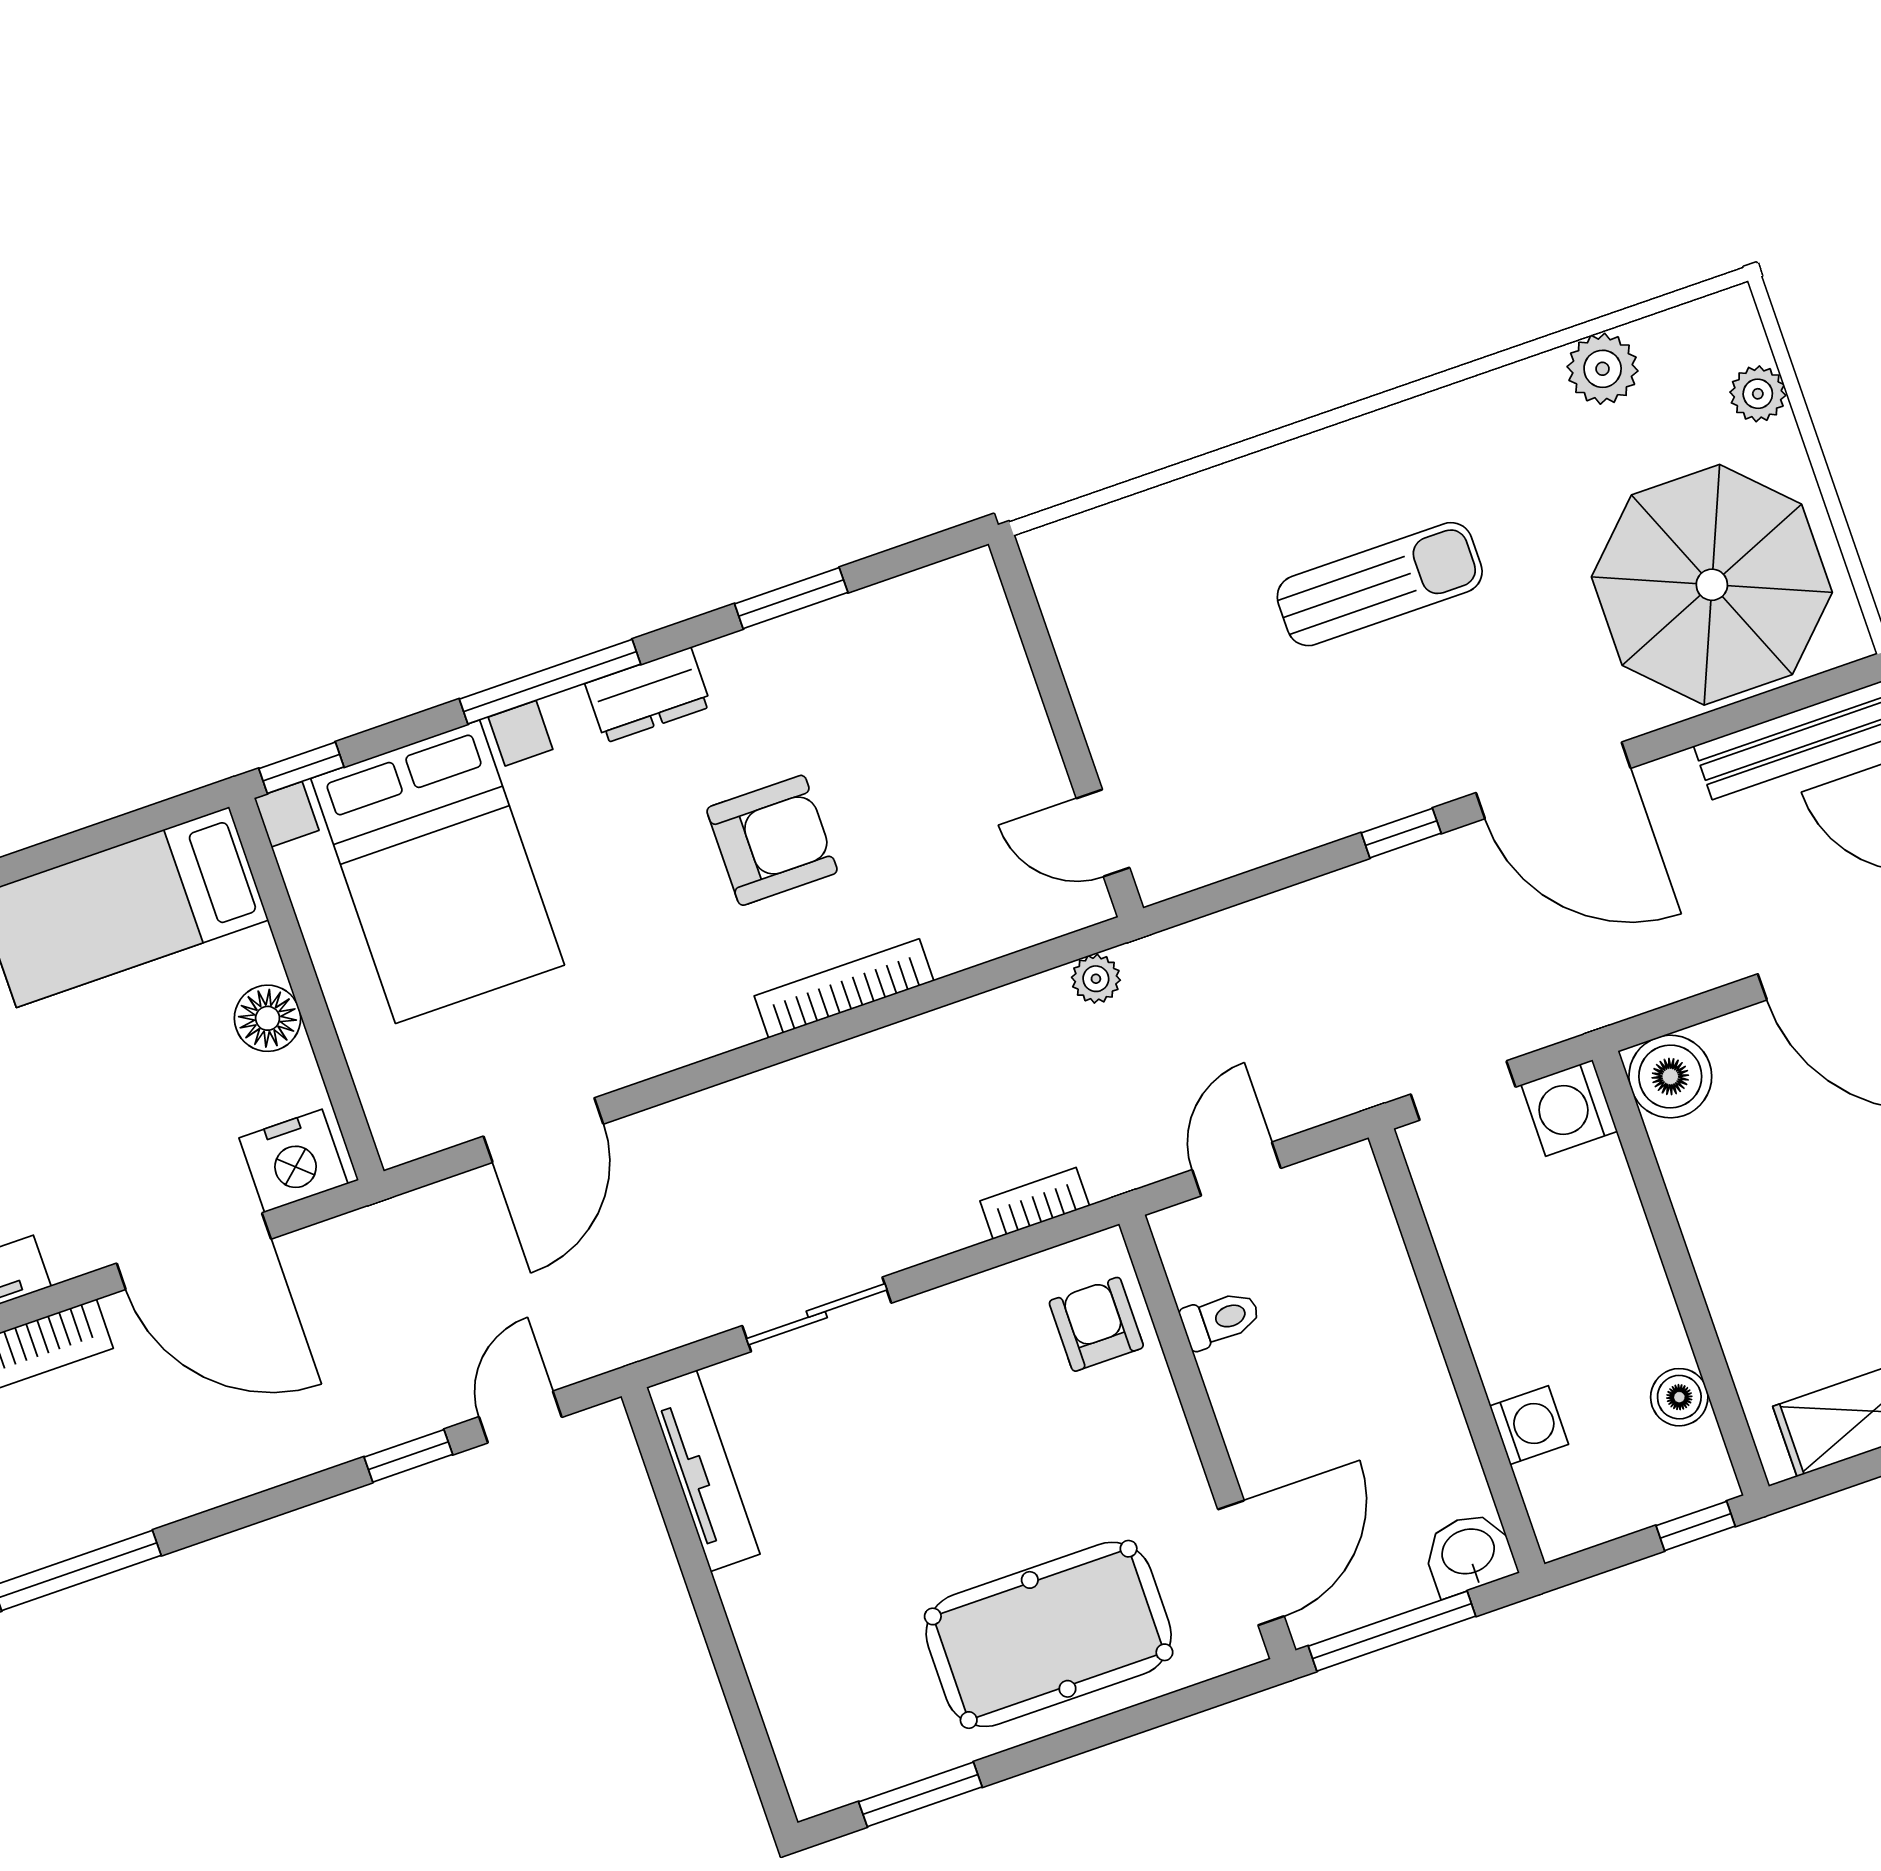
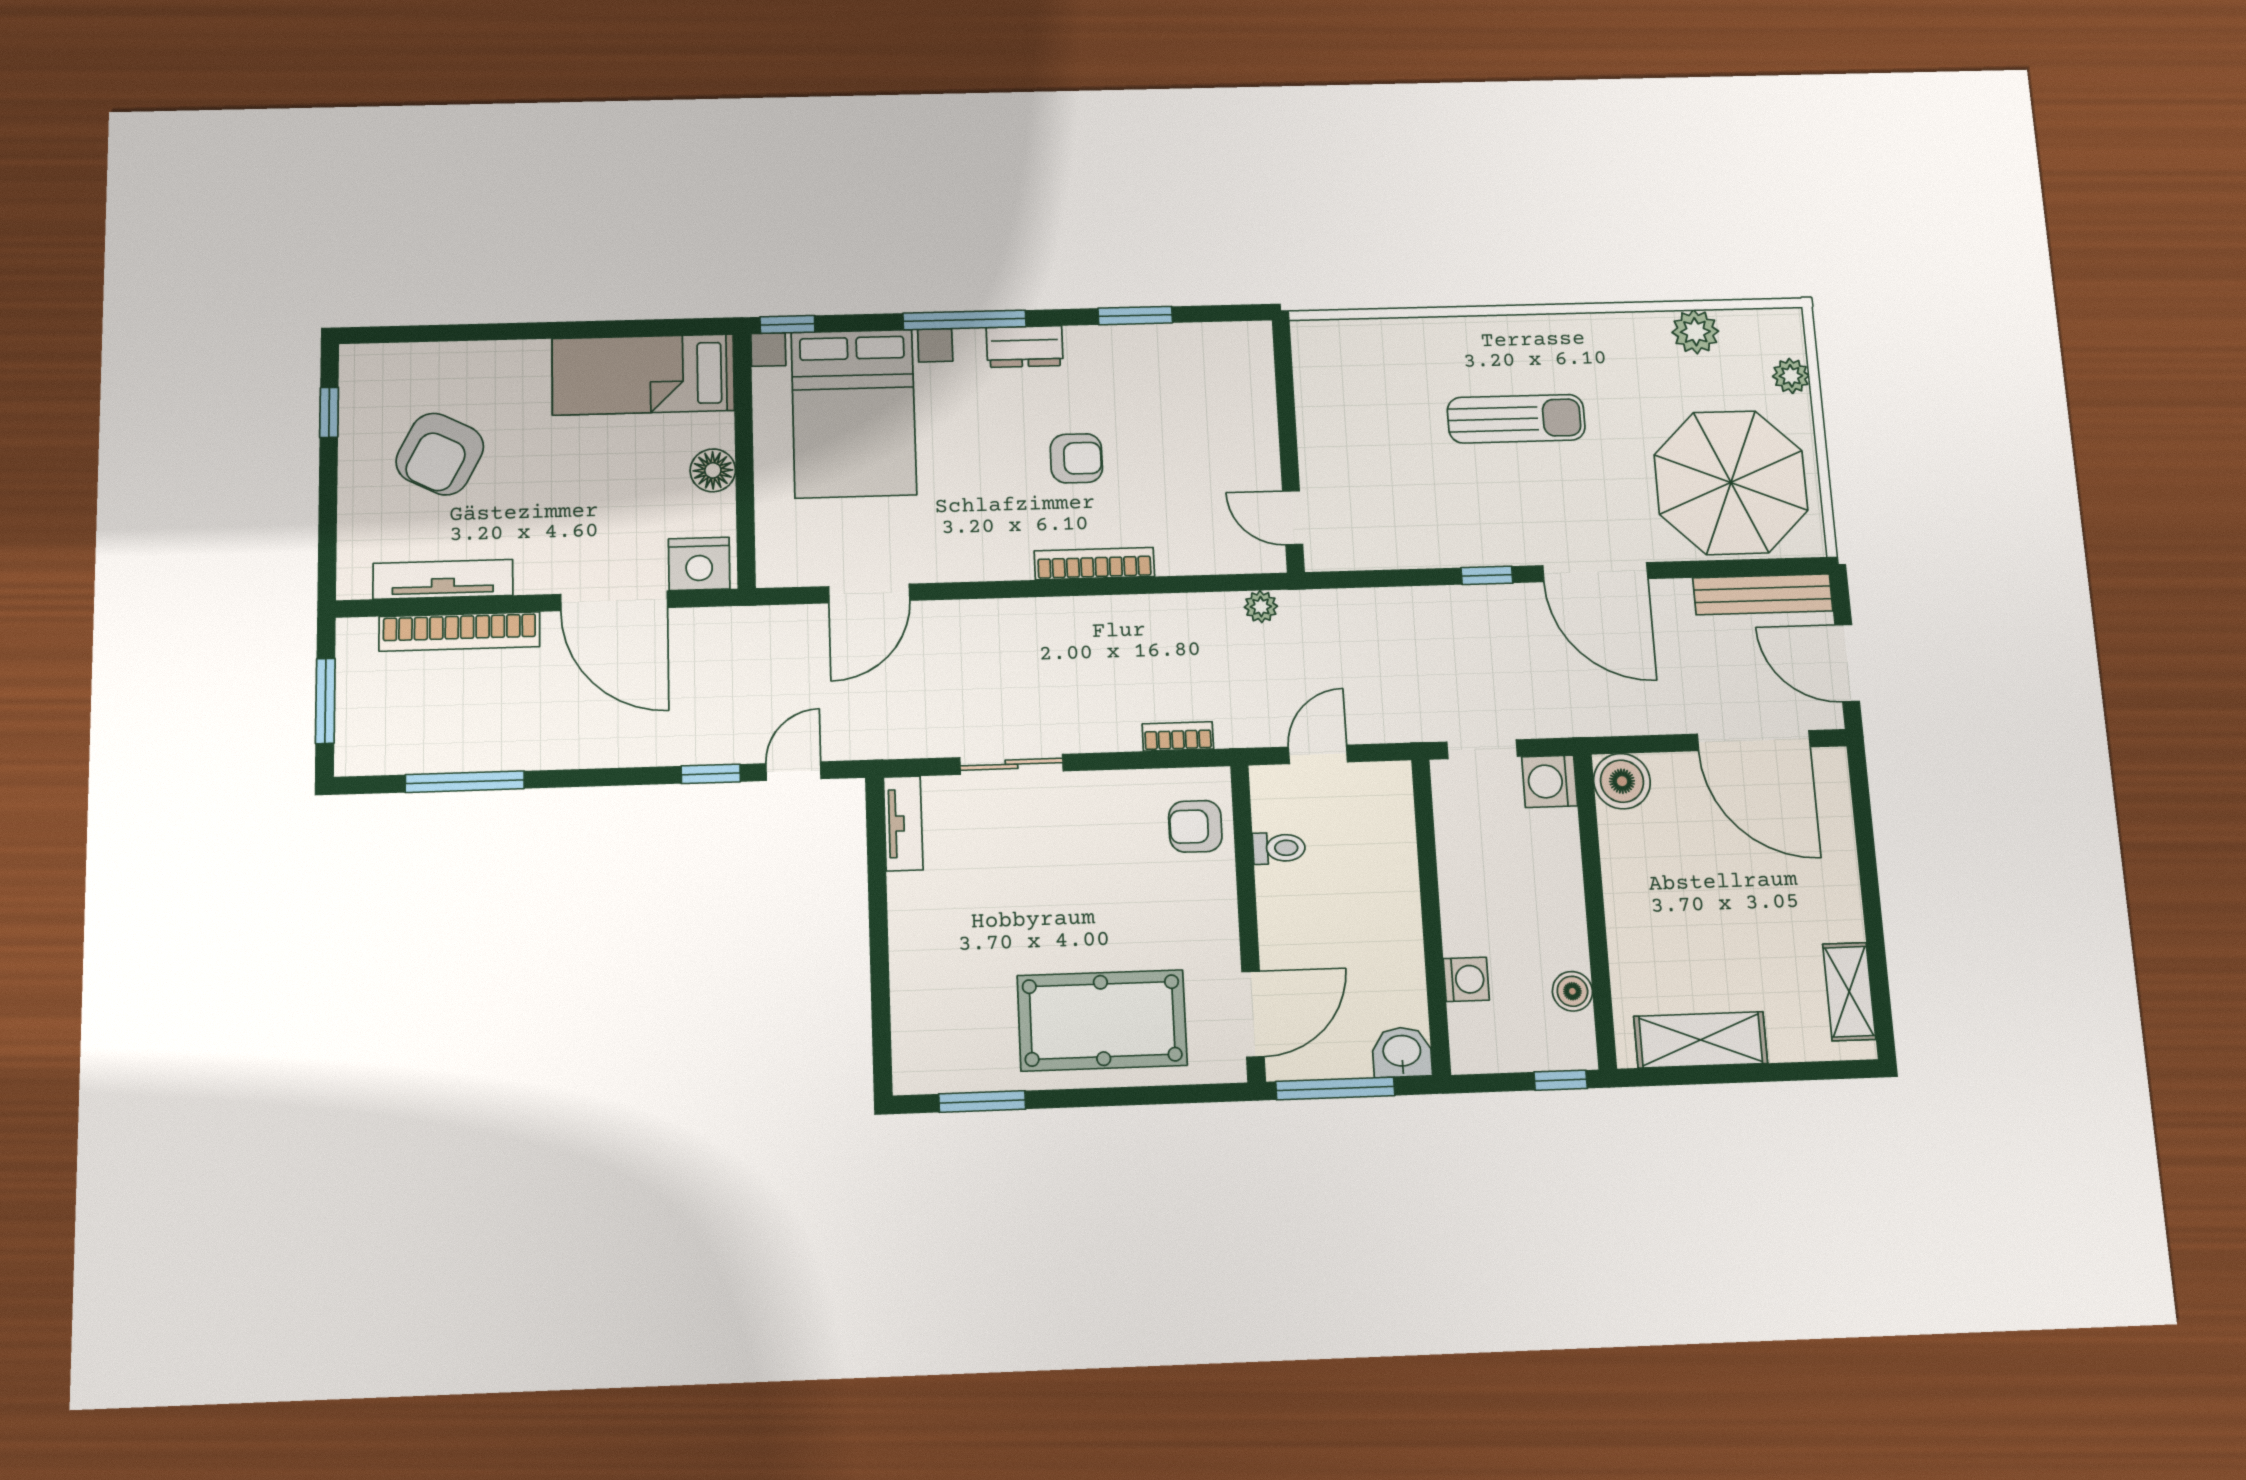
armchair: (772, 840) -> (1076, 458), width x0.72, depth x0.72
armchair: (1096, 1324) -> (1195, 826), turned -90
tv unit: (703, 1471) -> (903, 823), width x0.71

